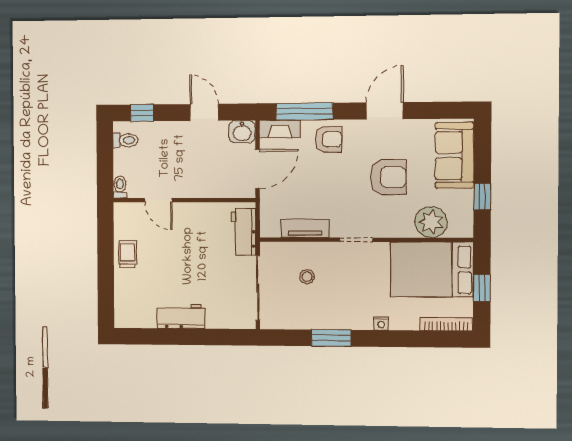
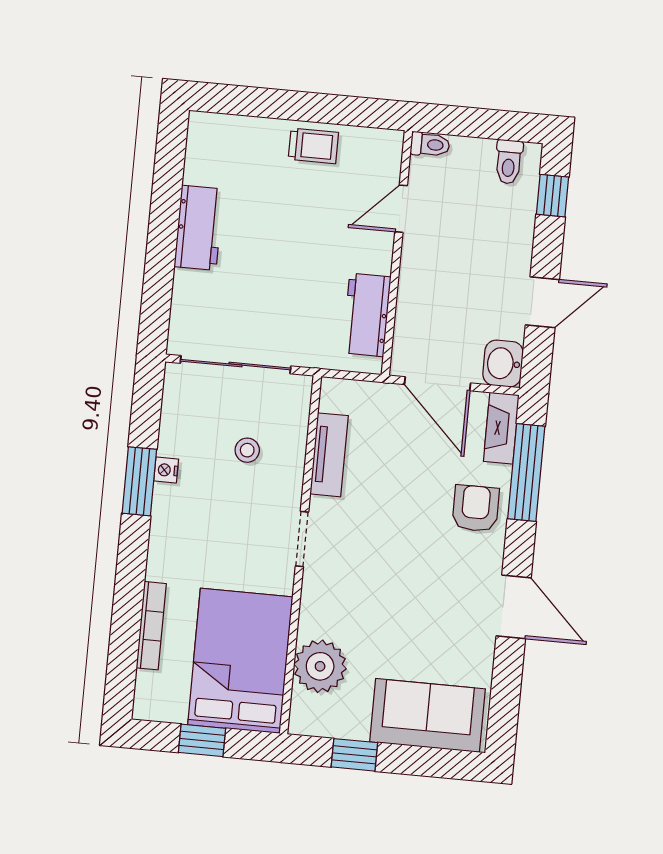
armchair: (329, 139) -> (476, 508), turned 180
armchair: (388, 177) -> (402, 602), removed
workbench: (243, 232) -> (367, 315), moved, turned -90
nightstand: (381, 323) -> (166, 470), moved
bookcase: (446, 324) -> (151, 626), moved

